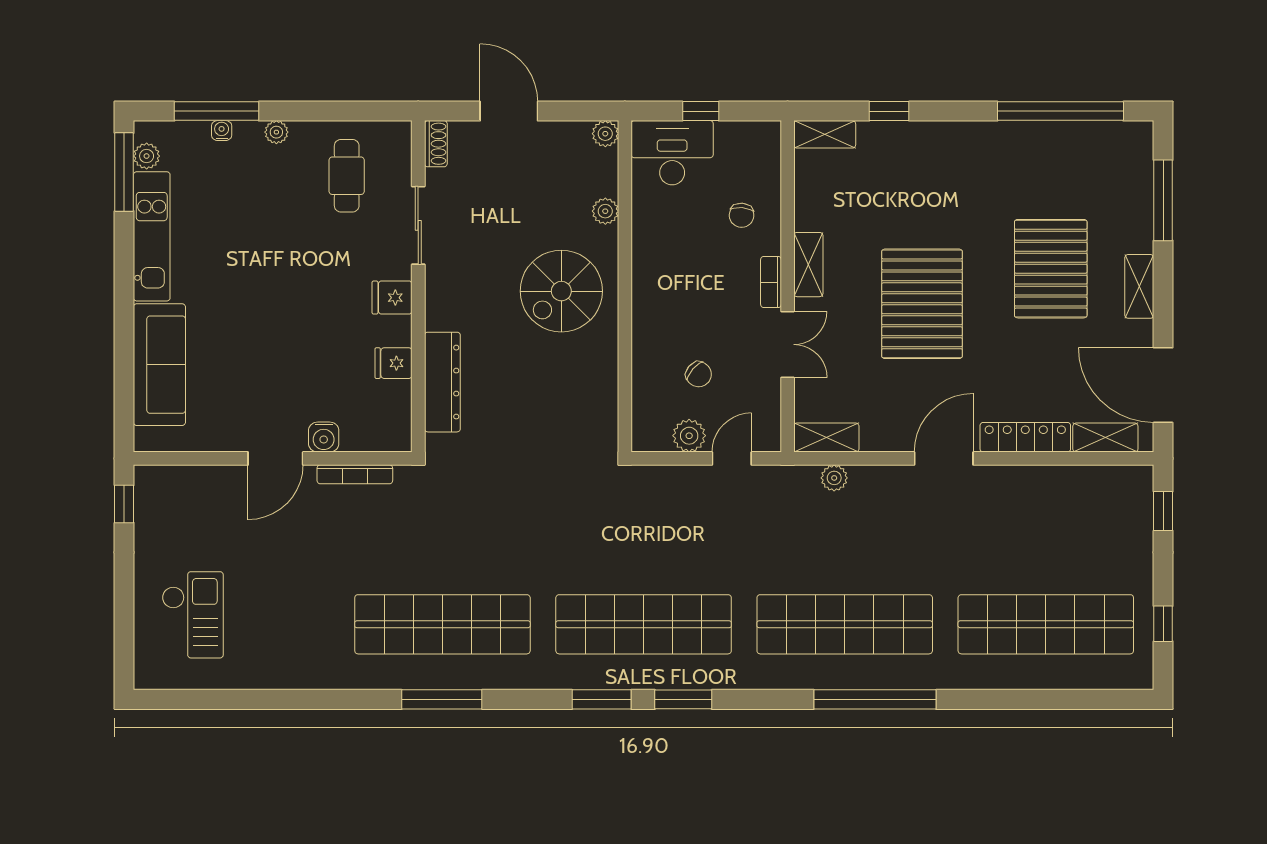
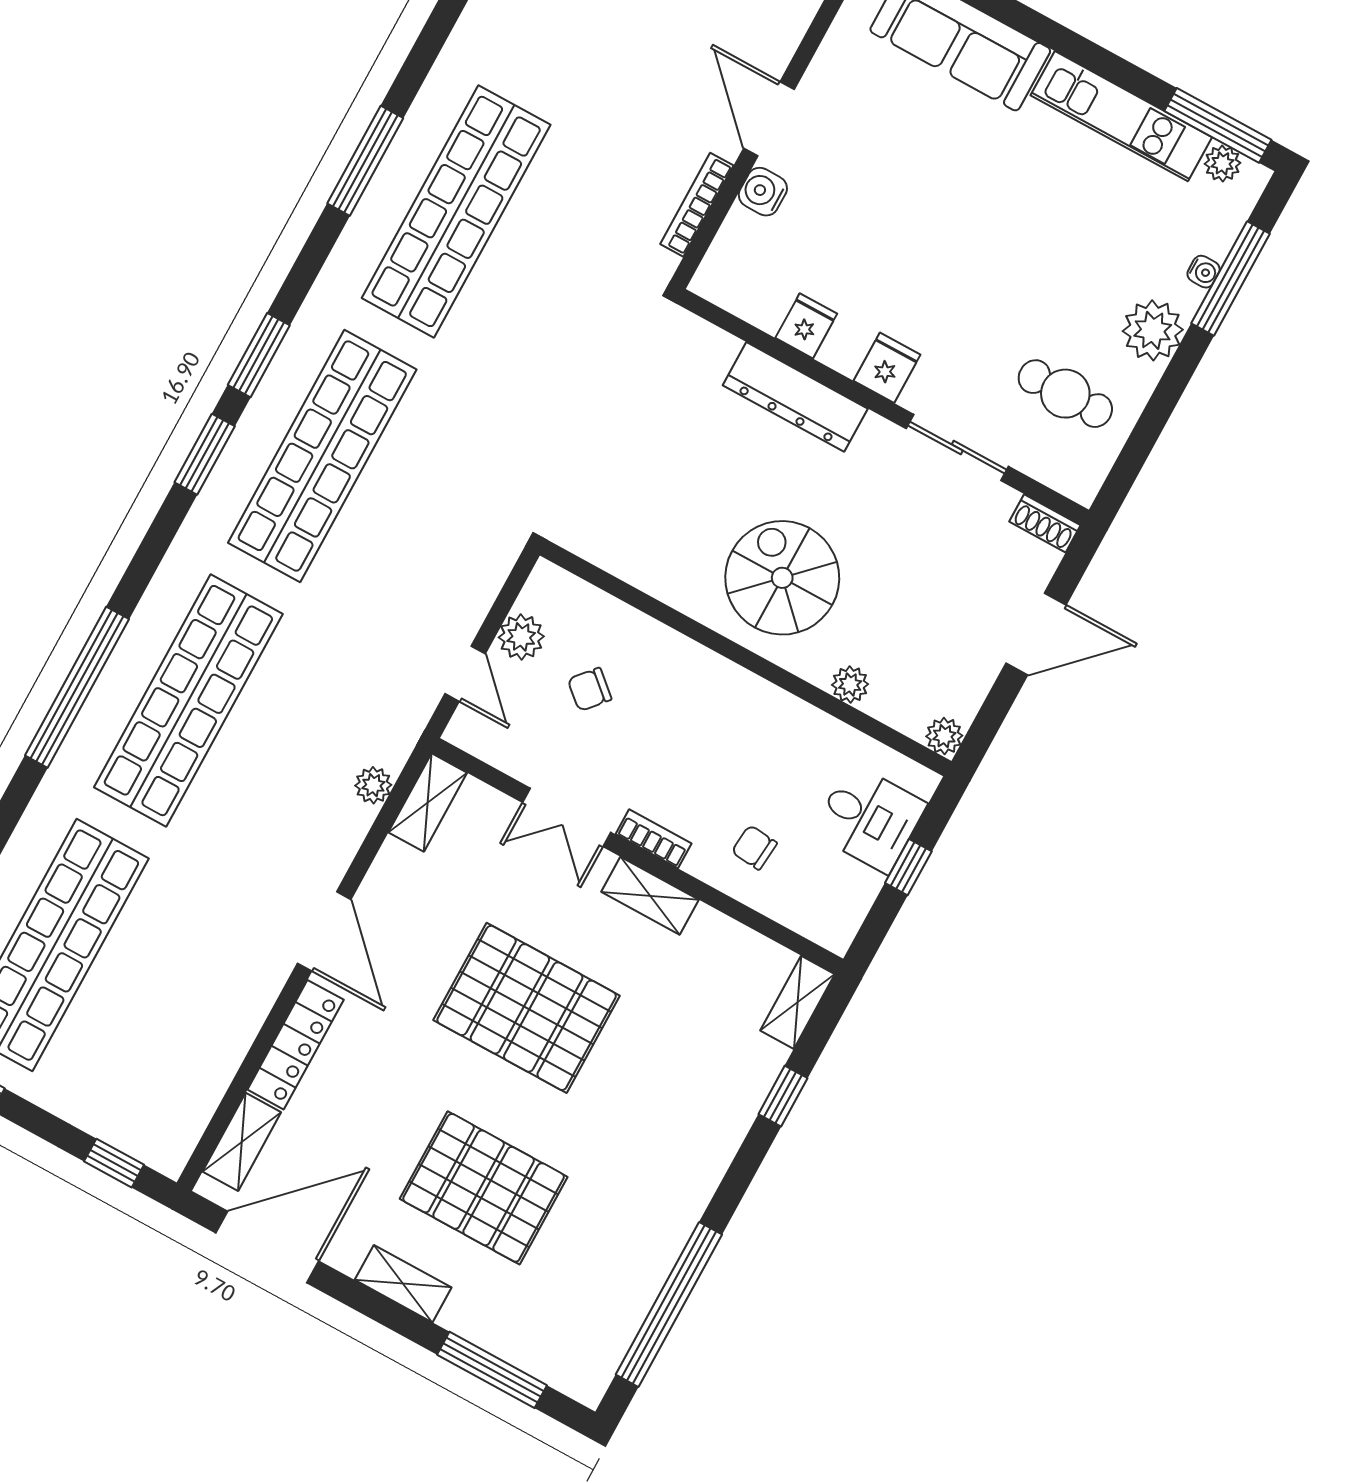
plant: (276, 132) -> (1153, 330), width x1.88, depth x1.88
desk: (672, 153) -> (869, 818), width x0.73
dresser: (442, 382) -> (795, 397), moved

